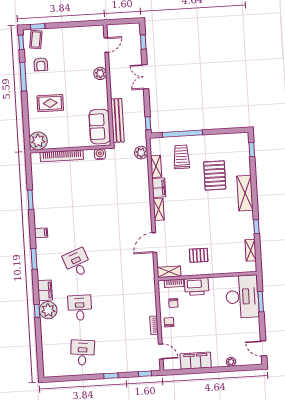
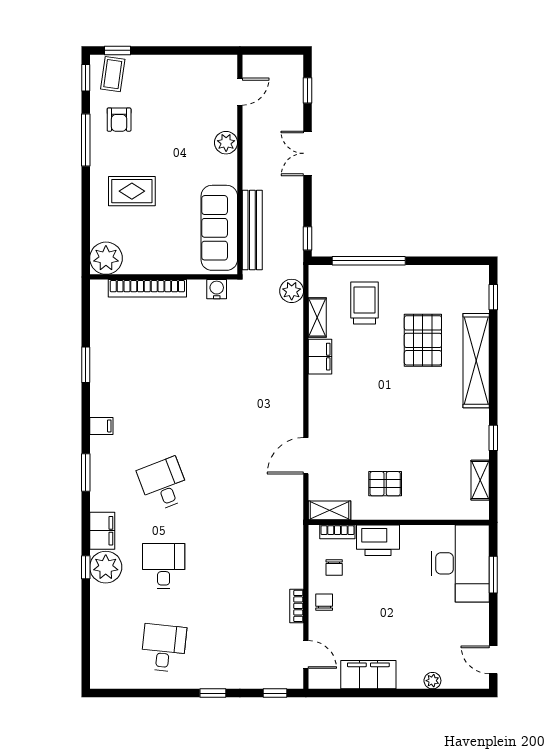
sofa: (100, 127) -> (219, 228), width x1.36
shelving: (245, 193) -> (476, 361), width x1.47
shelving: (159, 209) -> (317, 396), removed

